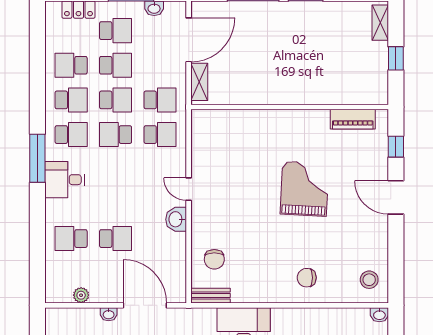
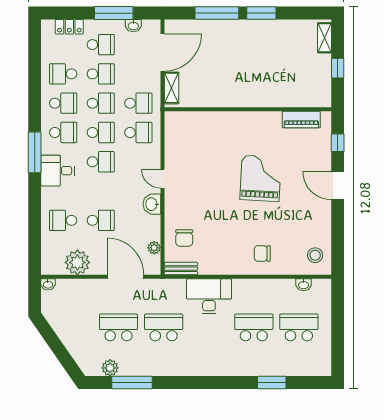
school desk: (116, 135) -> (101, 132), turned 180
school desk: (116, 169) -> (101, 162), added
plant: (179, 271) -> (154, 248), added
plant: (81, 295) -> (77, 262), width x1.88, depth x1.88
washbasin: (109, 314) -> (48, 284), moved
washbasin: (379, 315) -> (304, 285), moved

